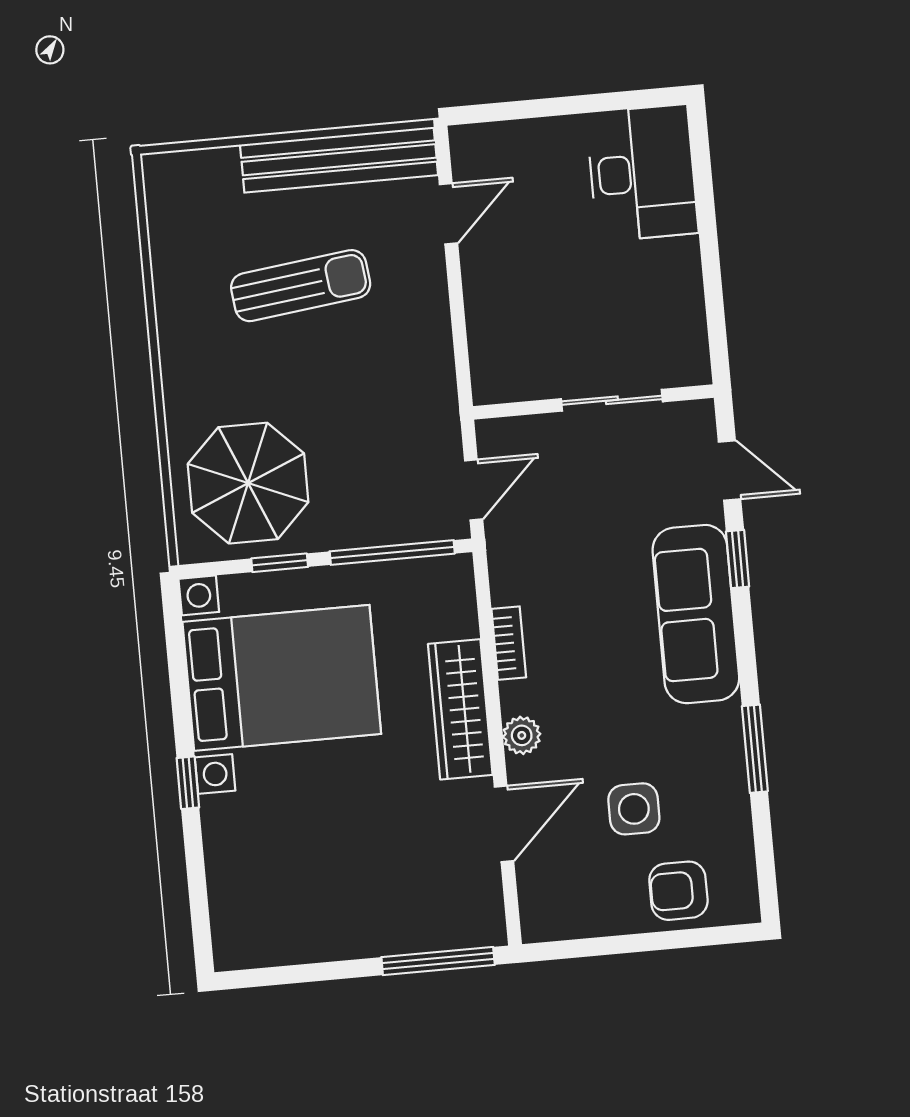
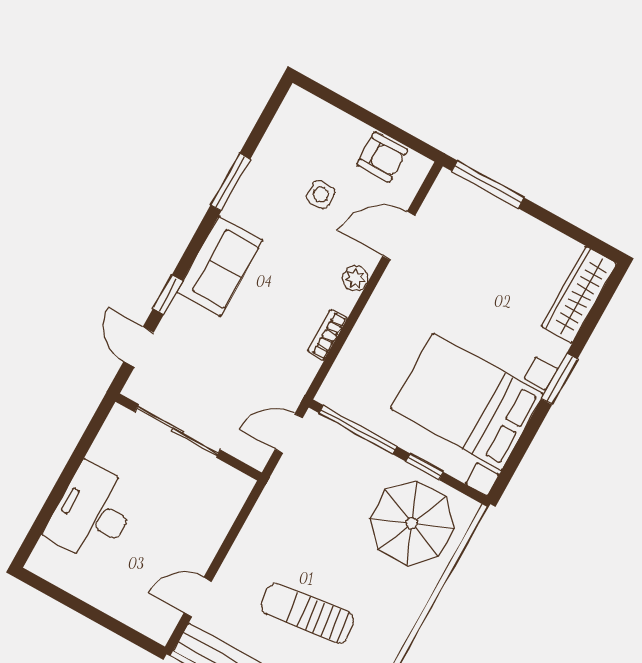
desk: (642, 173) -> (93, 513), moved
sliding door: (612, 400) -> (177, 431), width x1.37
sofa: (696, 614) -> (220, 266), width x0.73
wardrobe: (460, 709) -> (579, 295), moved, turned 180
window: (188, 783) -> (559, 379), width x1.50
side table: (634, 809) -> (321, 195), width x0.73, depth x0.73
armchair: (678, 891) -> (382, 157), moved

